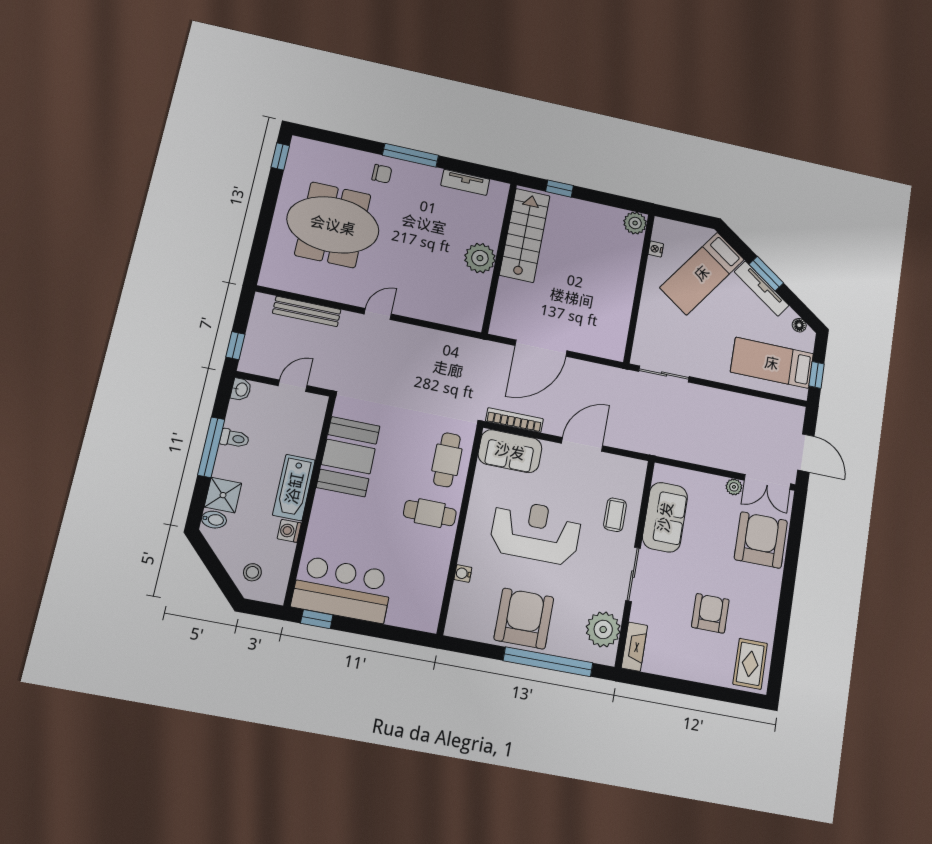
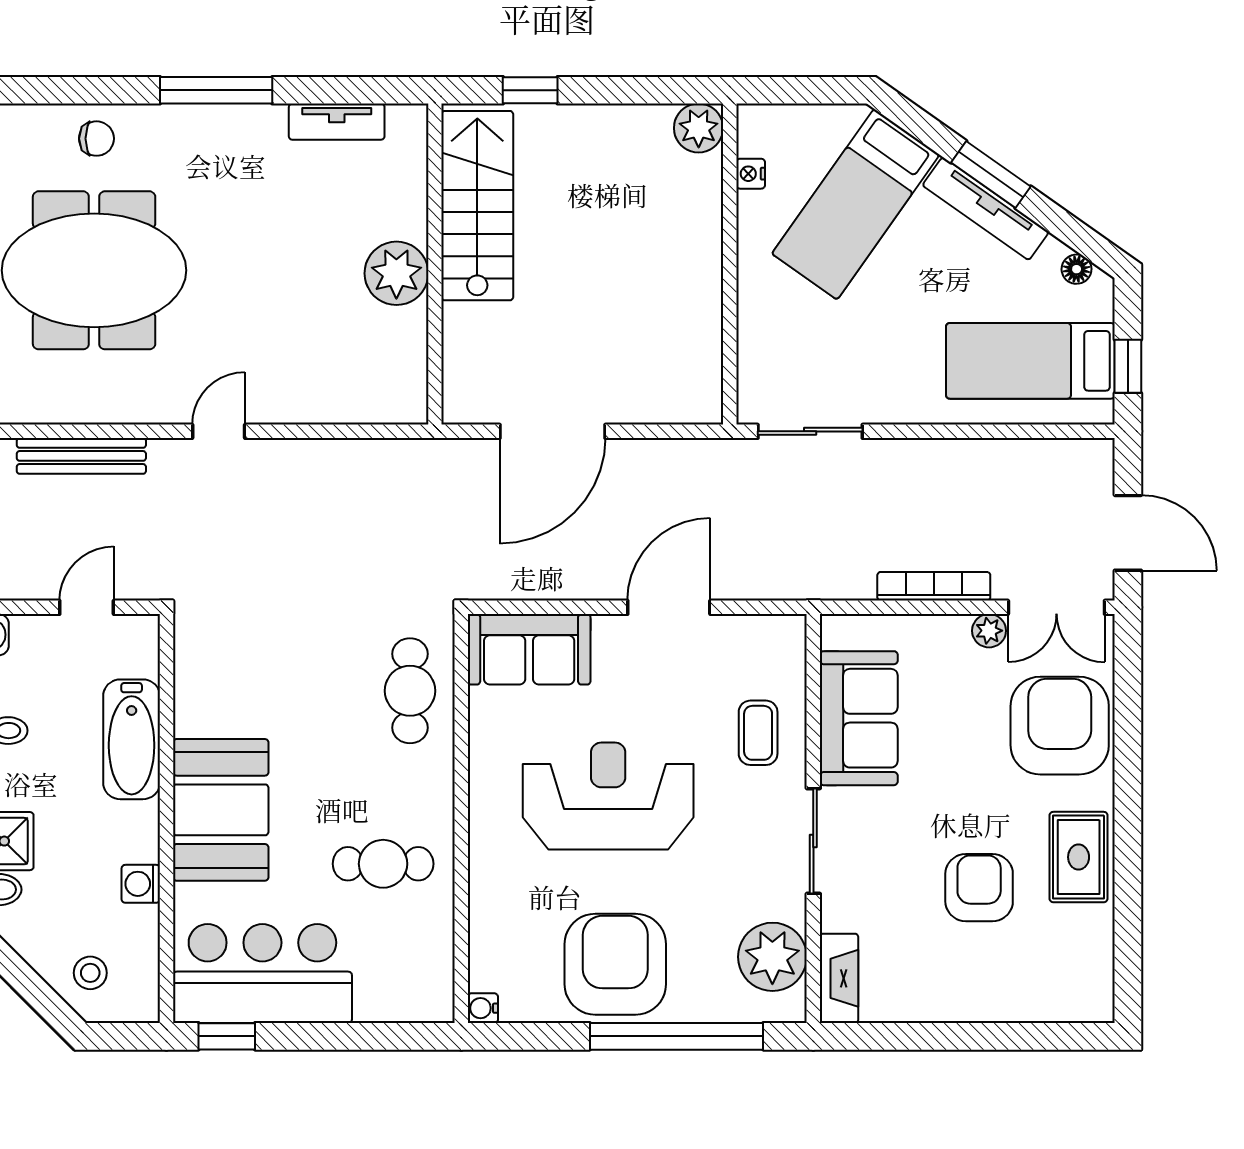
chair: (382, 174) -> (97, 139), moved
bookcase: (514, 420) -> (934, 586), moved
booth: (348, 457) -> (221, 810), moved
bathtub: (294, 488) -> (132, 739), moved
cafe table: (430, 513) -> (383, 864), moved
water cooler: (463, 573) -> (483, 1008), moved
rug: (750, 664) -> (1079, 857), moved

